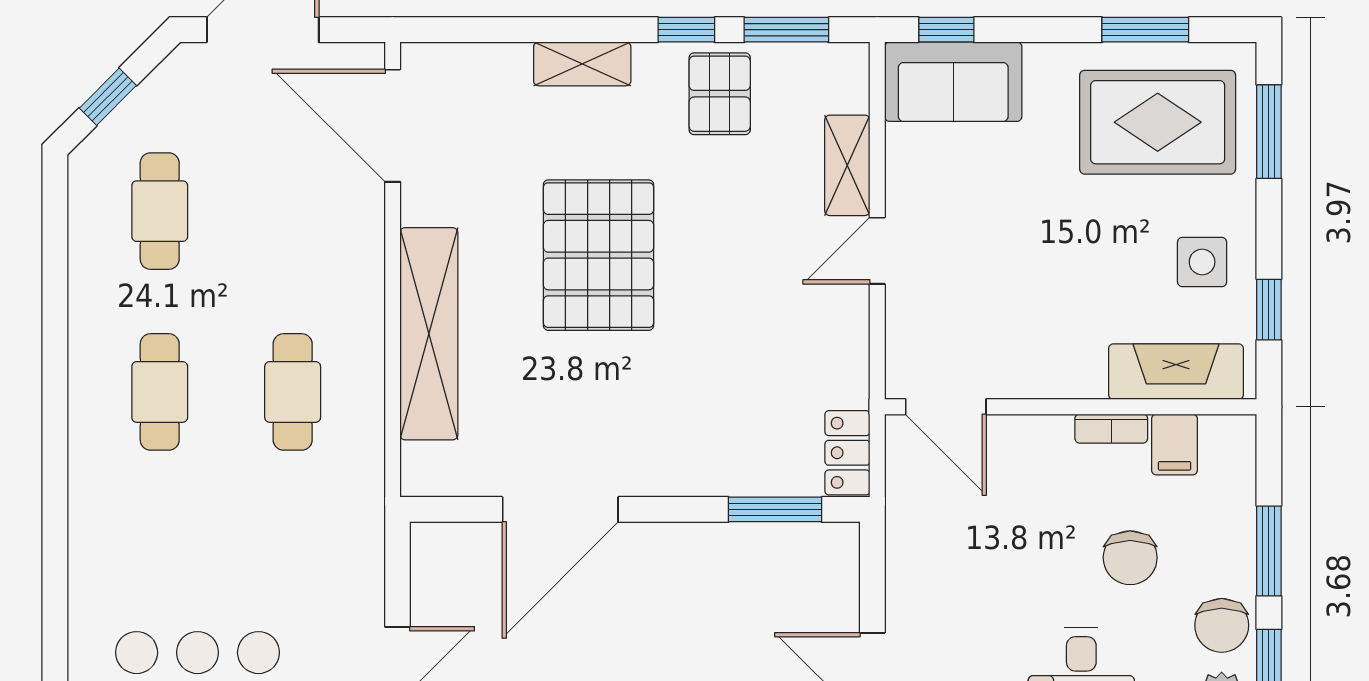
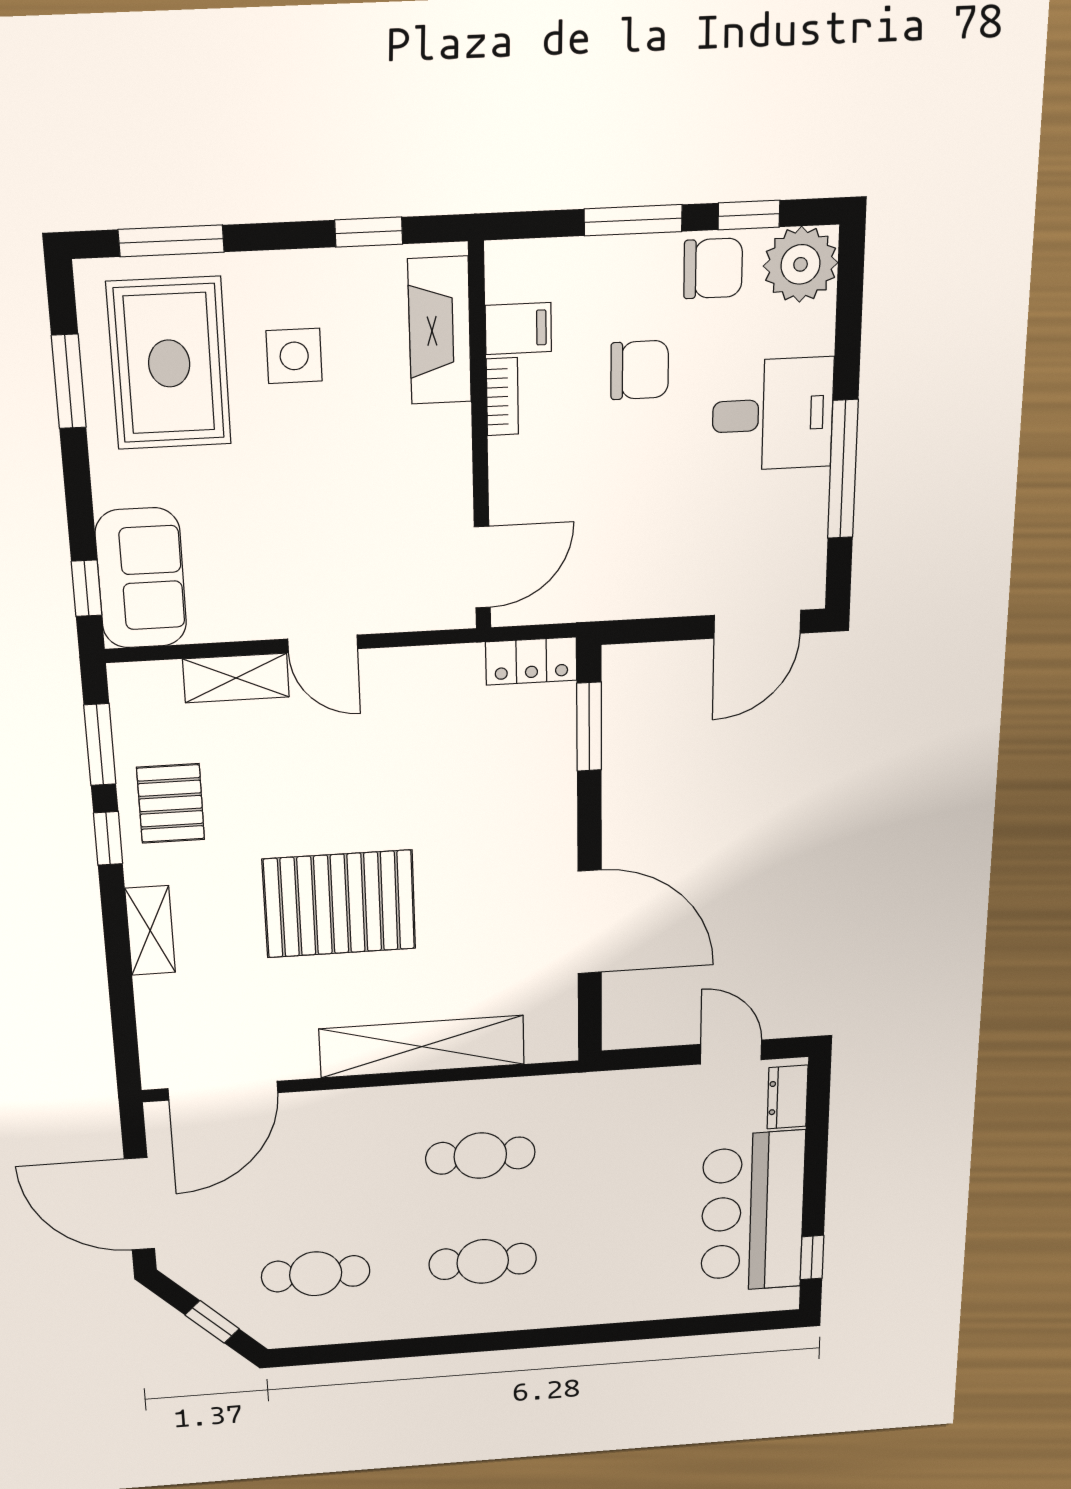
pallet: (720, 94) -> (171, 804), turned 90
side table: (1202, 262) -> (294, 356), moved

